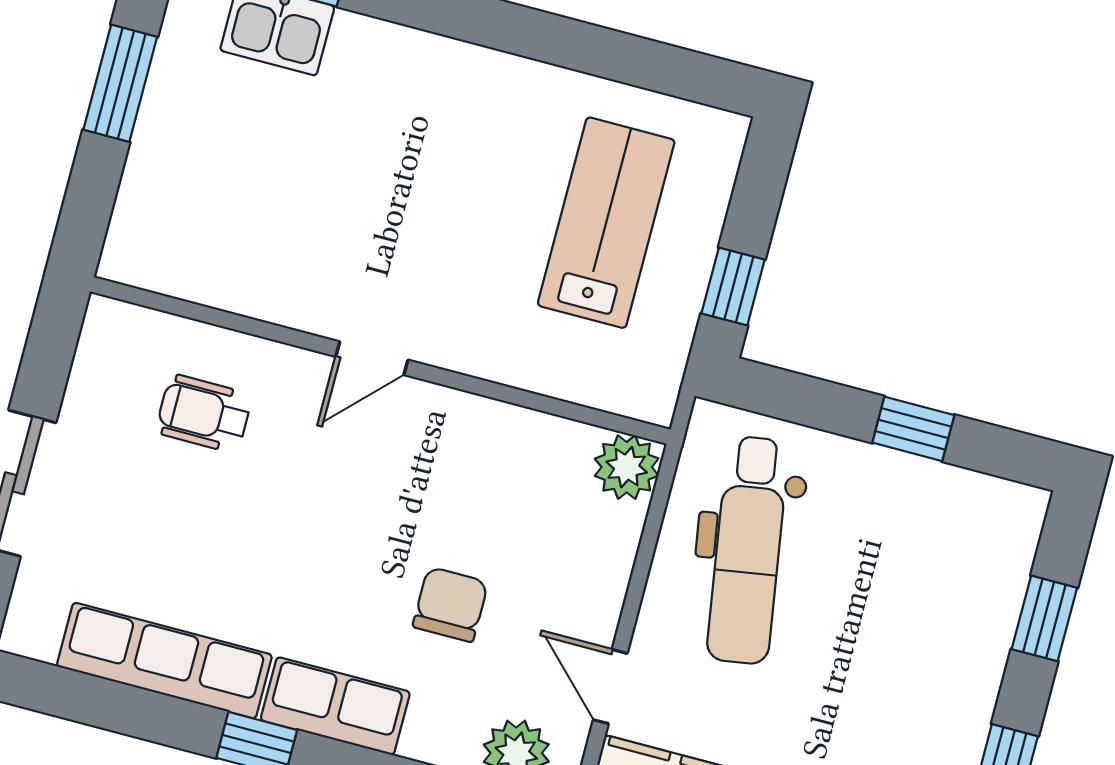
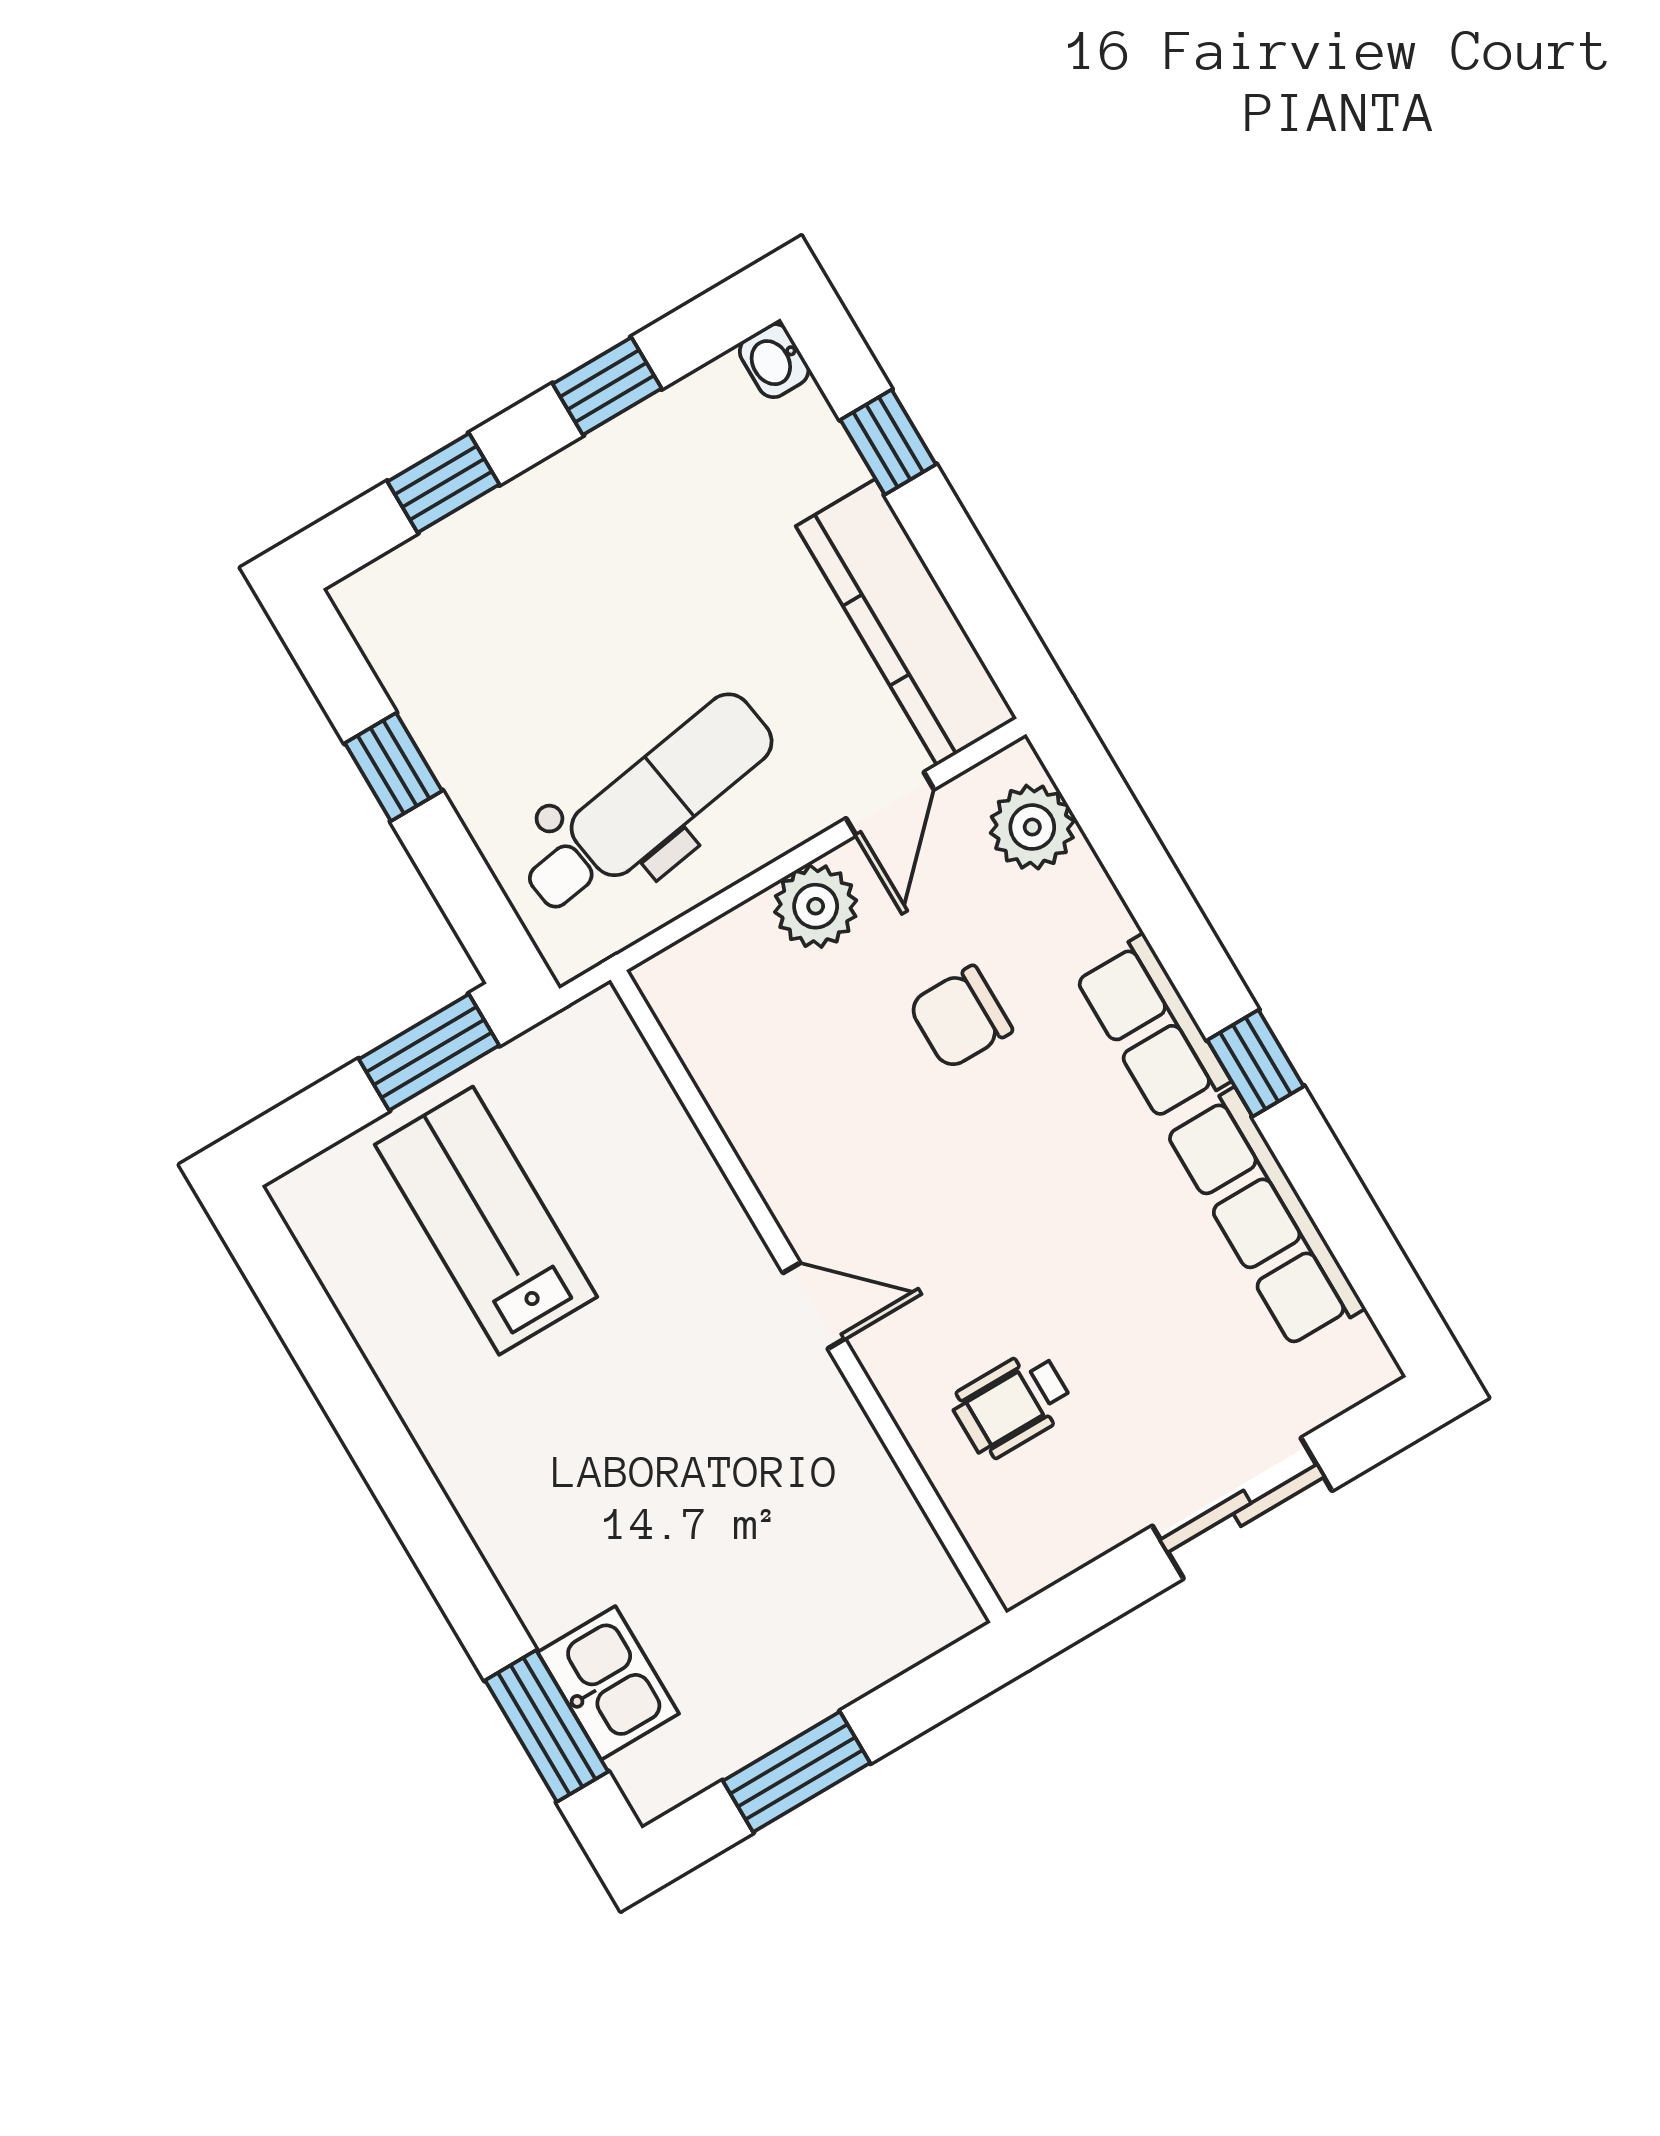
lab bench: (606, 223) -> (486, 1221), turned 90
window: (733, 287) -> (429, 1052), width x1.50
wheelchair: (204, 414) -> (1012, 1404), turned 90
plant: (627, 467) -> (816, 906), moved

